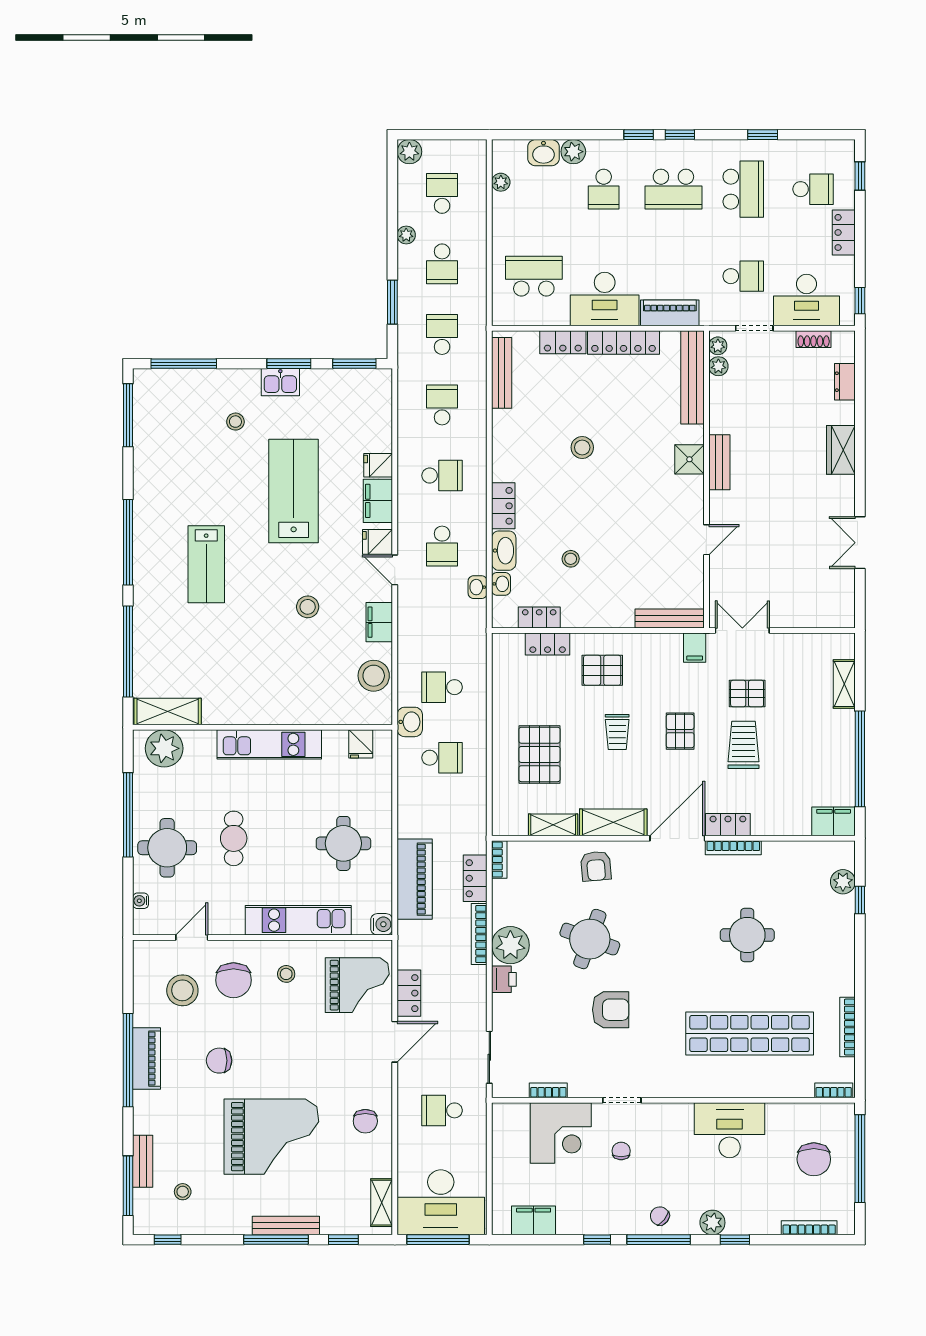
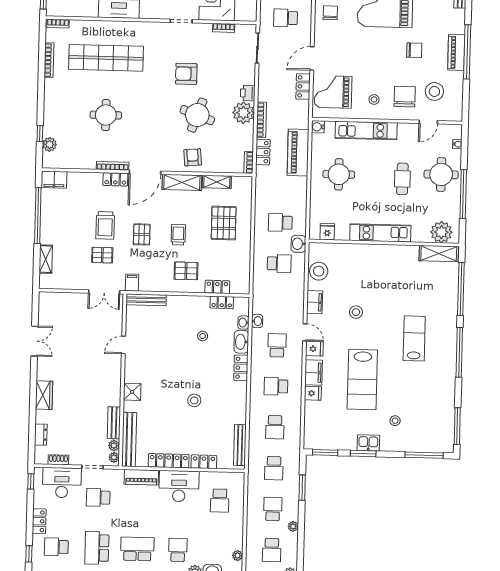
school desk: (534, 276) -> (220, 501), width x0.54
bench: (719, 462) -> (114, 423), moved
school desk: (442, 1110) -> (286, 18), turned 180

